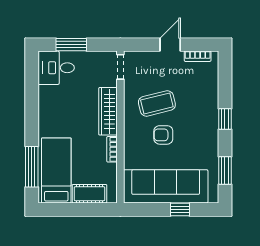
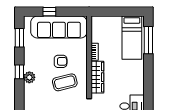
plant: (210, 111) -> (29, 77), added
cot: (89, 194) -> (110, 22), removed

